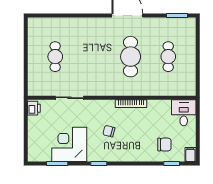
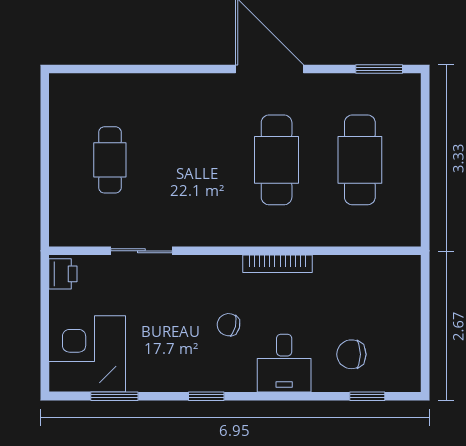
cafe table: (168, 57) -> (360, 160), width x1.37, depth x1.35
desk: (184, 113) -> (284, 363), moved, turned 180
corner desk: (69, 144) -> (87, 354), moved
chair: (164, 145) -> (351, 354), turned 180
filing cabinet: (190, 154) -> (409, 376), removed

